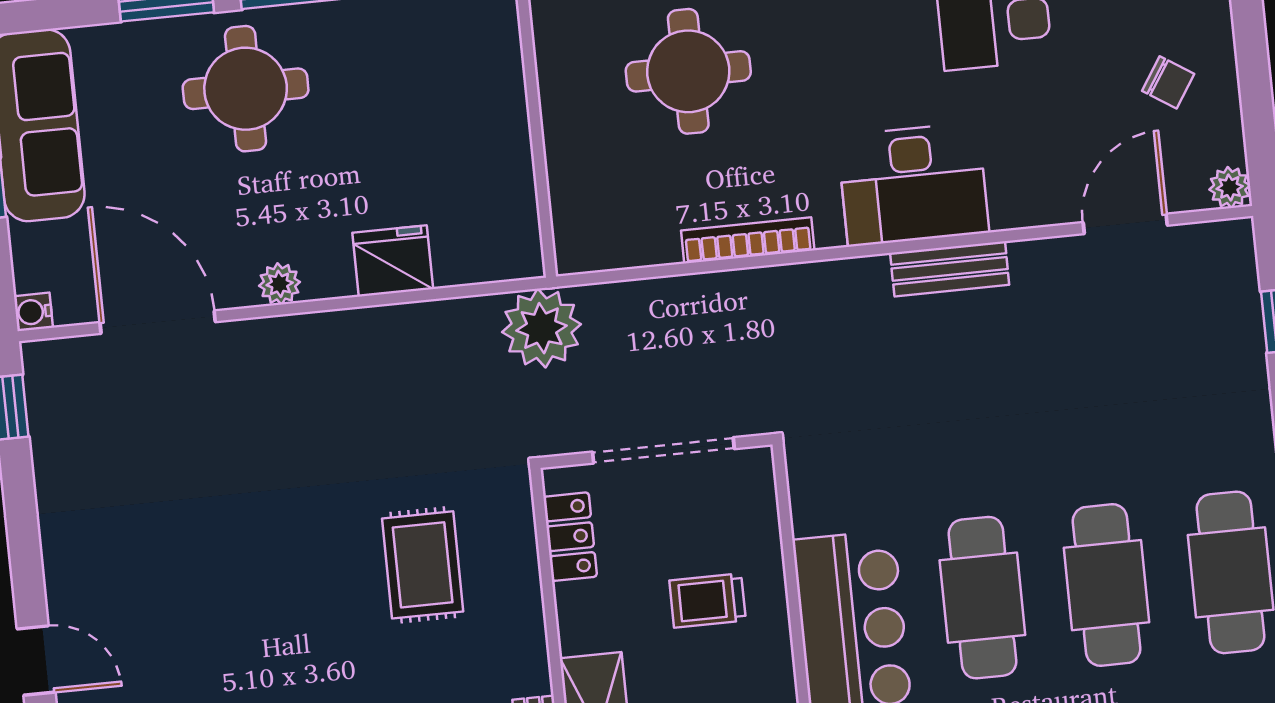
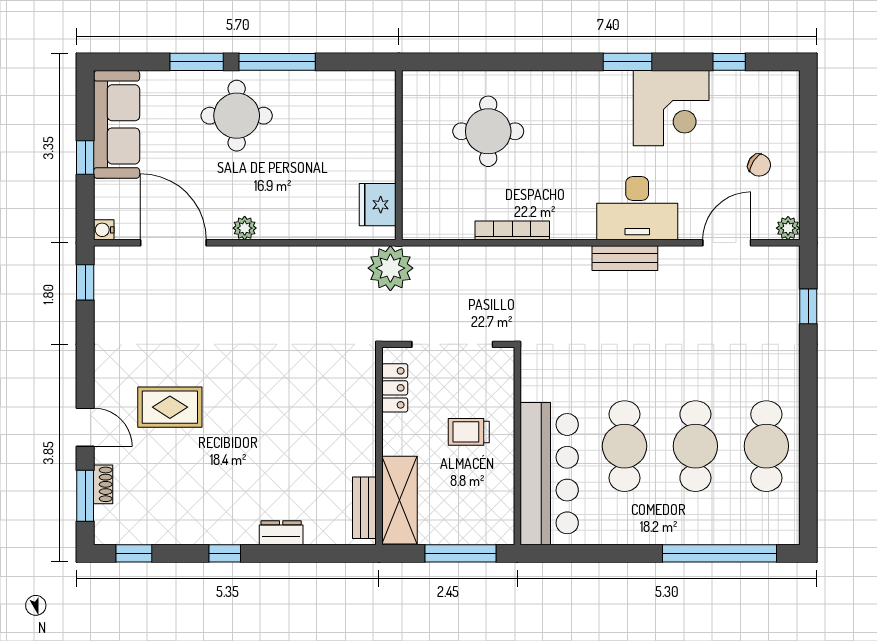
desk: (913, 184) -> (637, 208), moved
fridge: (393, 261) -> (378, 205), moved, turned -90
rug: (423, 565) -> (170, 407), moved, turned 90

